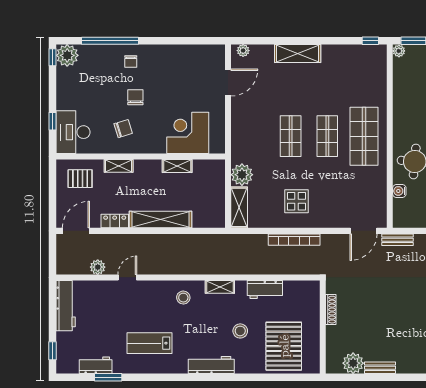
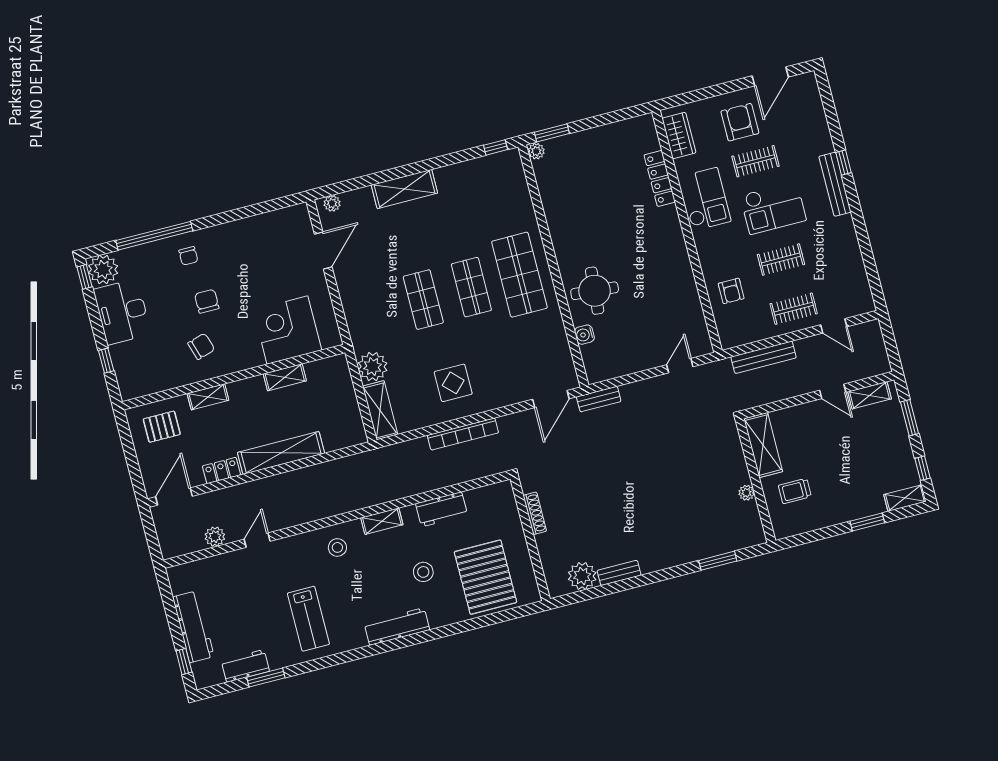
desk: (73, 132) -> (122, 312), moved
workbench: (66, 306) -> (193, 627), moved
lab bench: (149, 343) -> (308, 619), turned -90

